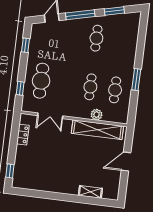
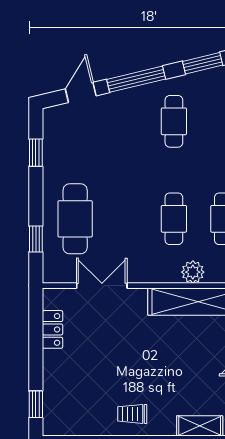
double door: (50, 116) -> (102, 286), swing flipped
trolley: (57, 182) -> (132, 414), added

